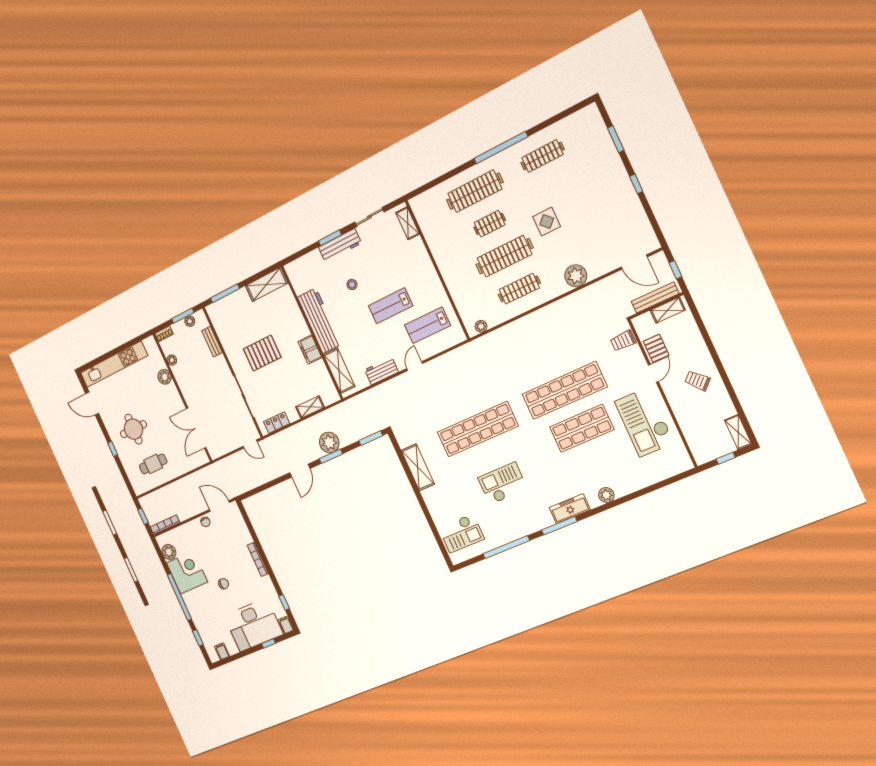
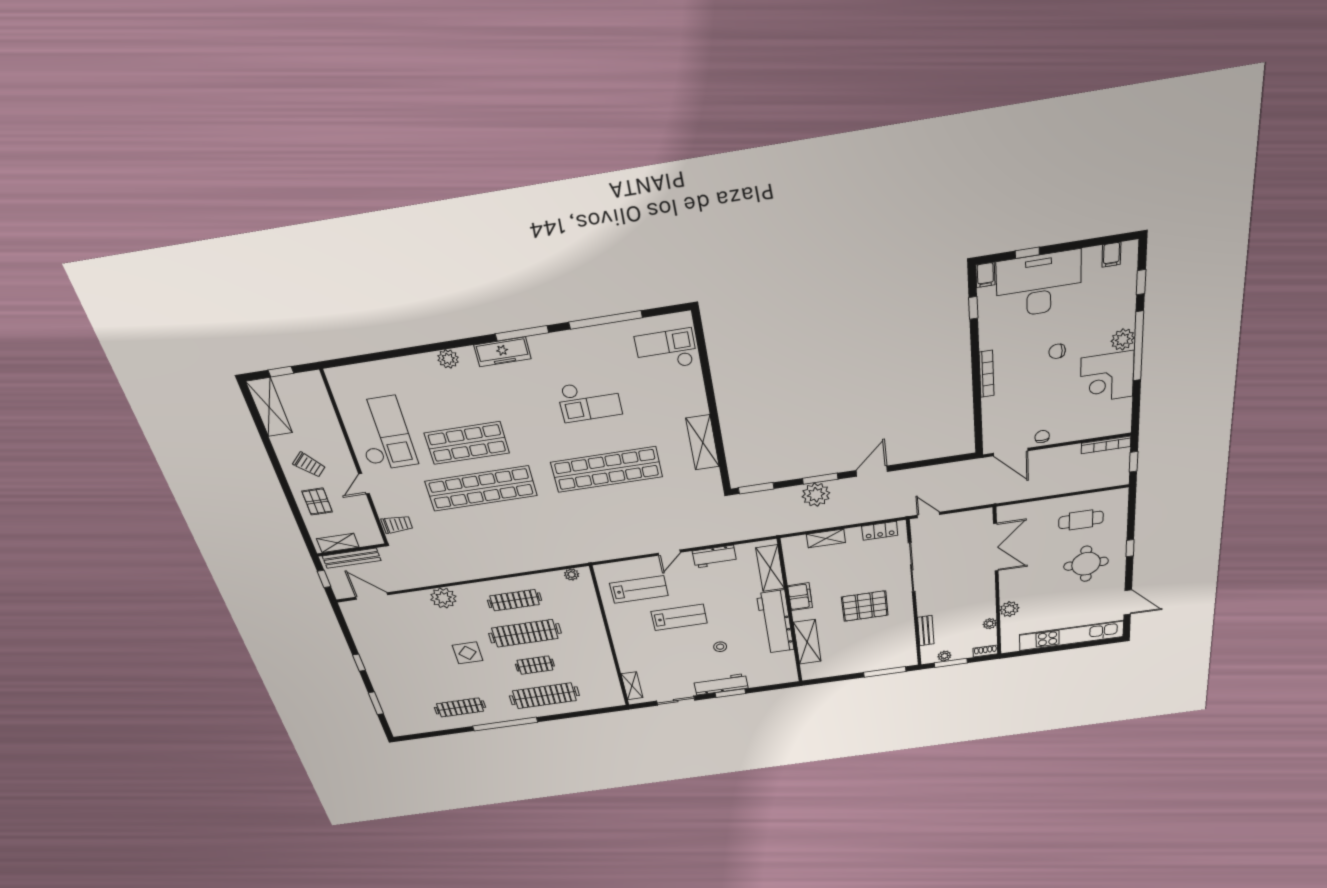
shelving: (267, 284) -> (807, 642), moved, turned 90
pallet: (656, 348) -> (317, 502), moved
shelving: (738, 432) -> (269, 407), width x1.50, depth x1.33
plant: (169, 552) -> (1123, 339), moved

